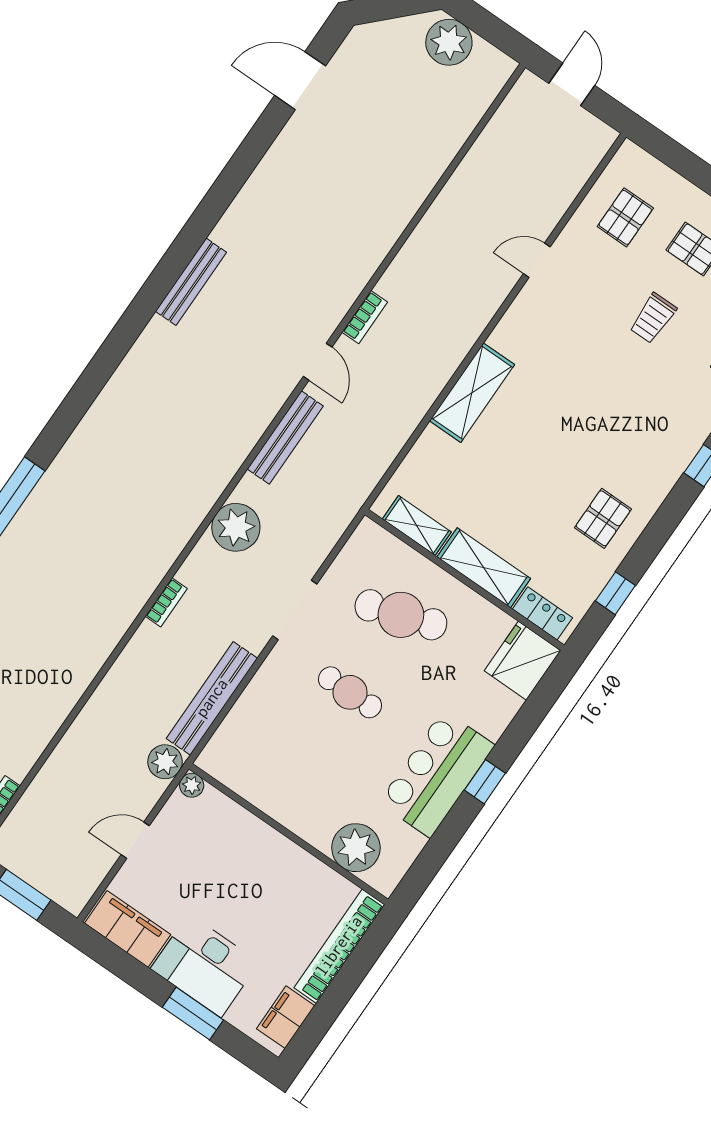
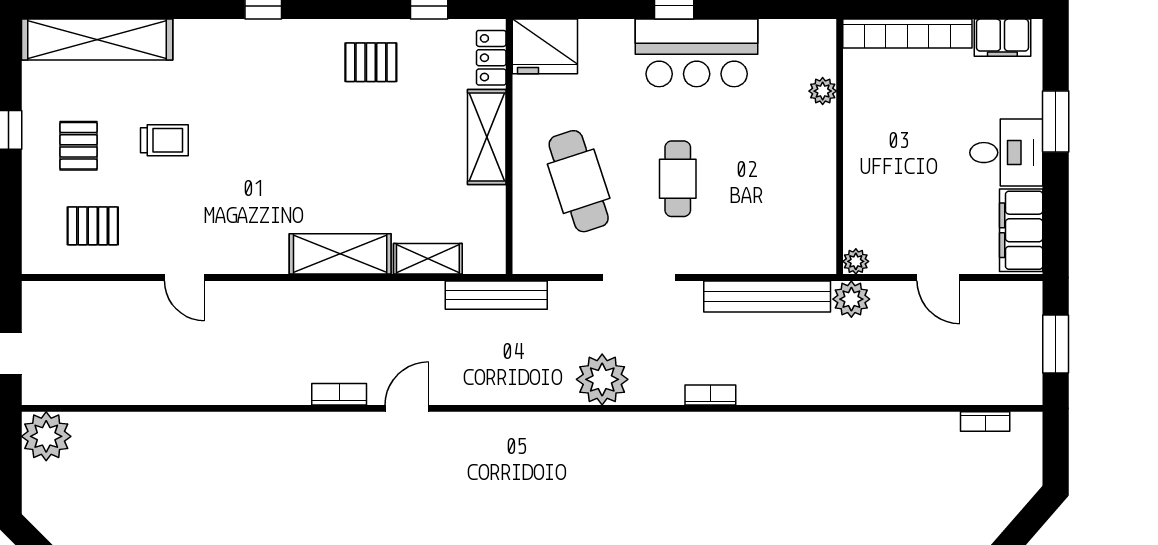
plant: (449, 42) -> (46, 436), moved
bench: (285, 437) -> (496, 295), moved
shelving: (417, 526) -> (428, 259), moved, turned 90
plant: (356, 848) -> (823, 91), width x0.53, depth x0.53
desk: (205, 966) -> (1006, 153), width x0.73

